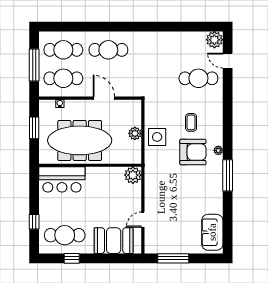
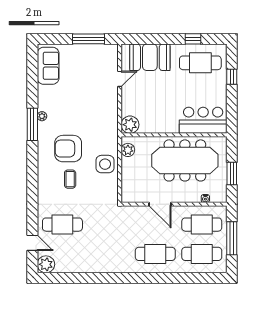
plant: (135, 133) -> (128, 150), moved
plant: (218, 150) -> (42, 116), moved

